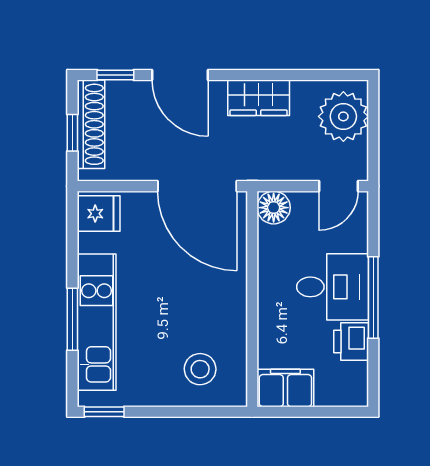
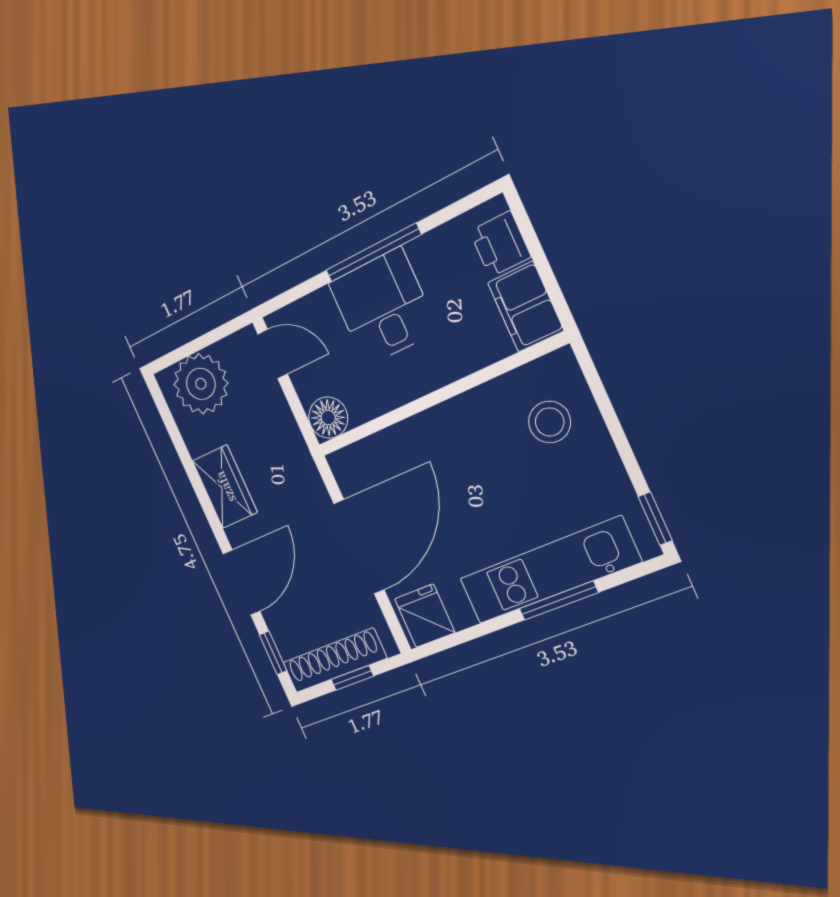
door: (197, 186) -> (359, 547), moved
printer: (351, 342) -> (500, 244), moved, turned 90

